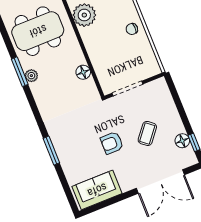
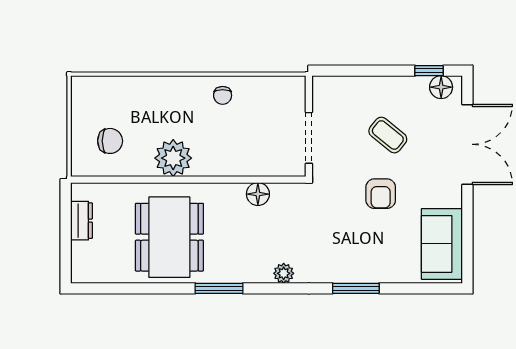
plant: (31, 76) -> (284, 273), moved
floor lamp: (182, 141) -> (441, 87), moved

